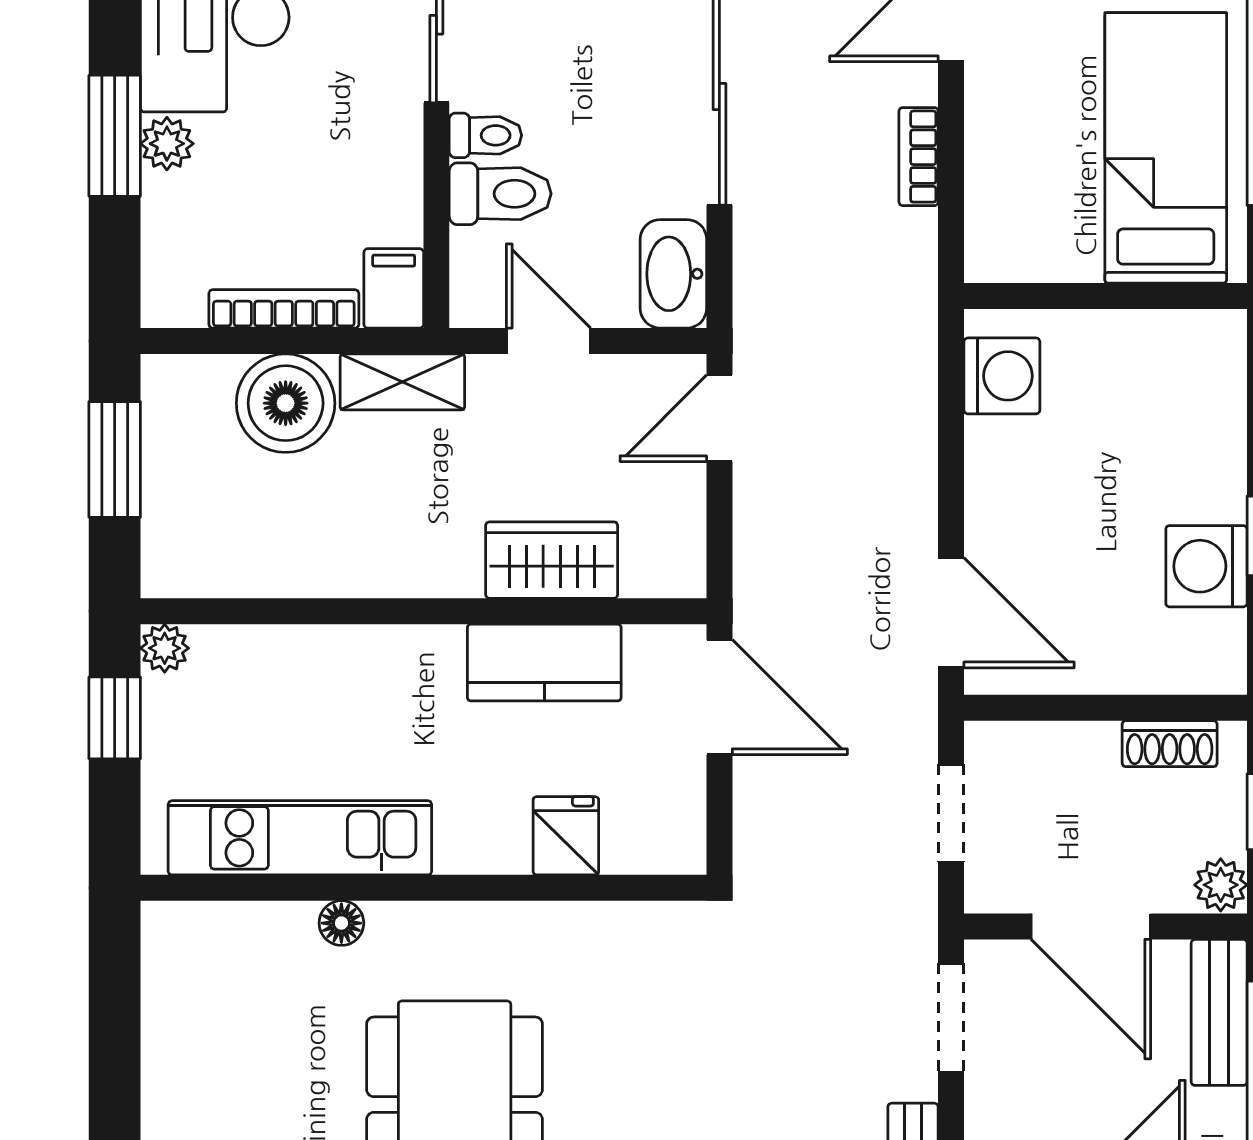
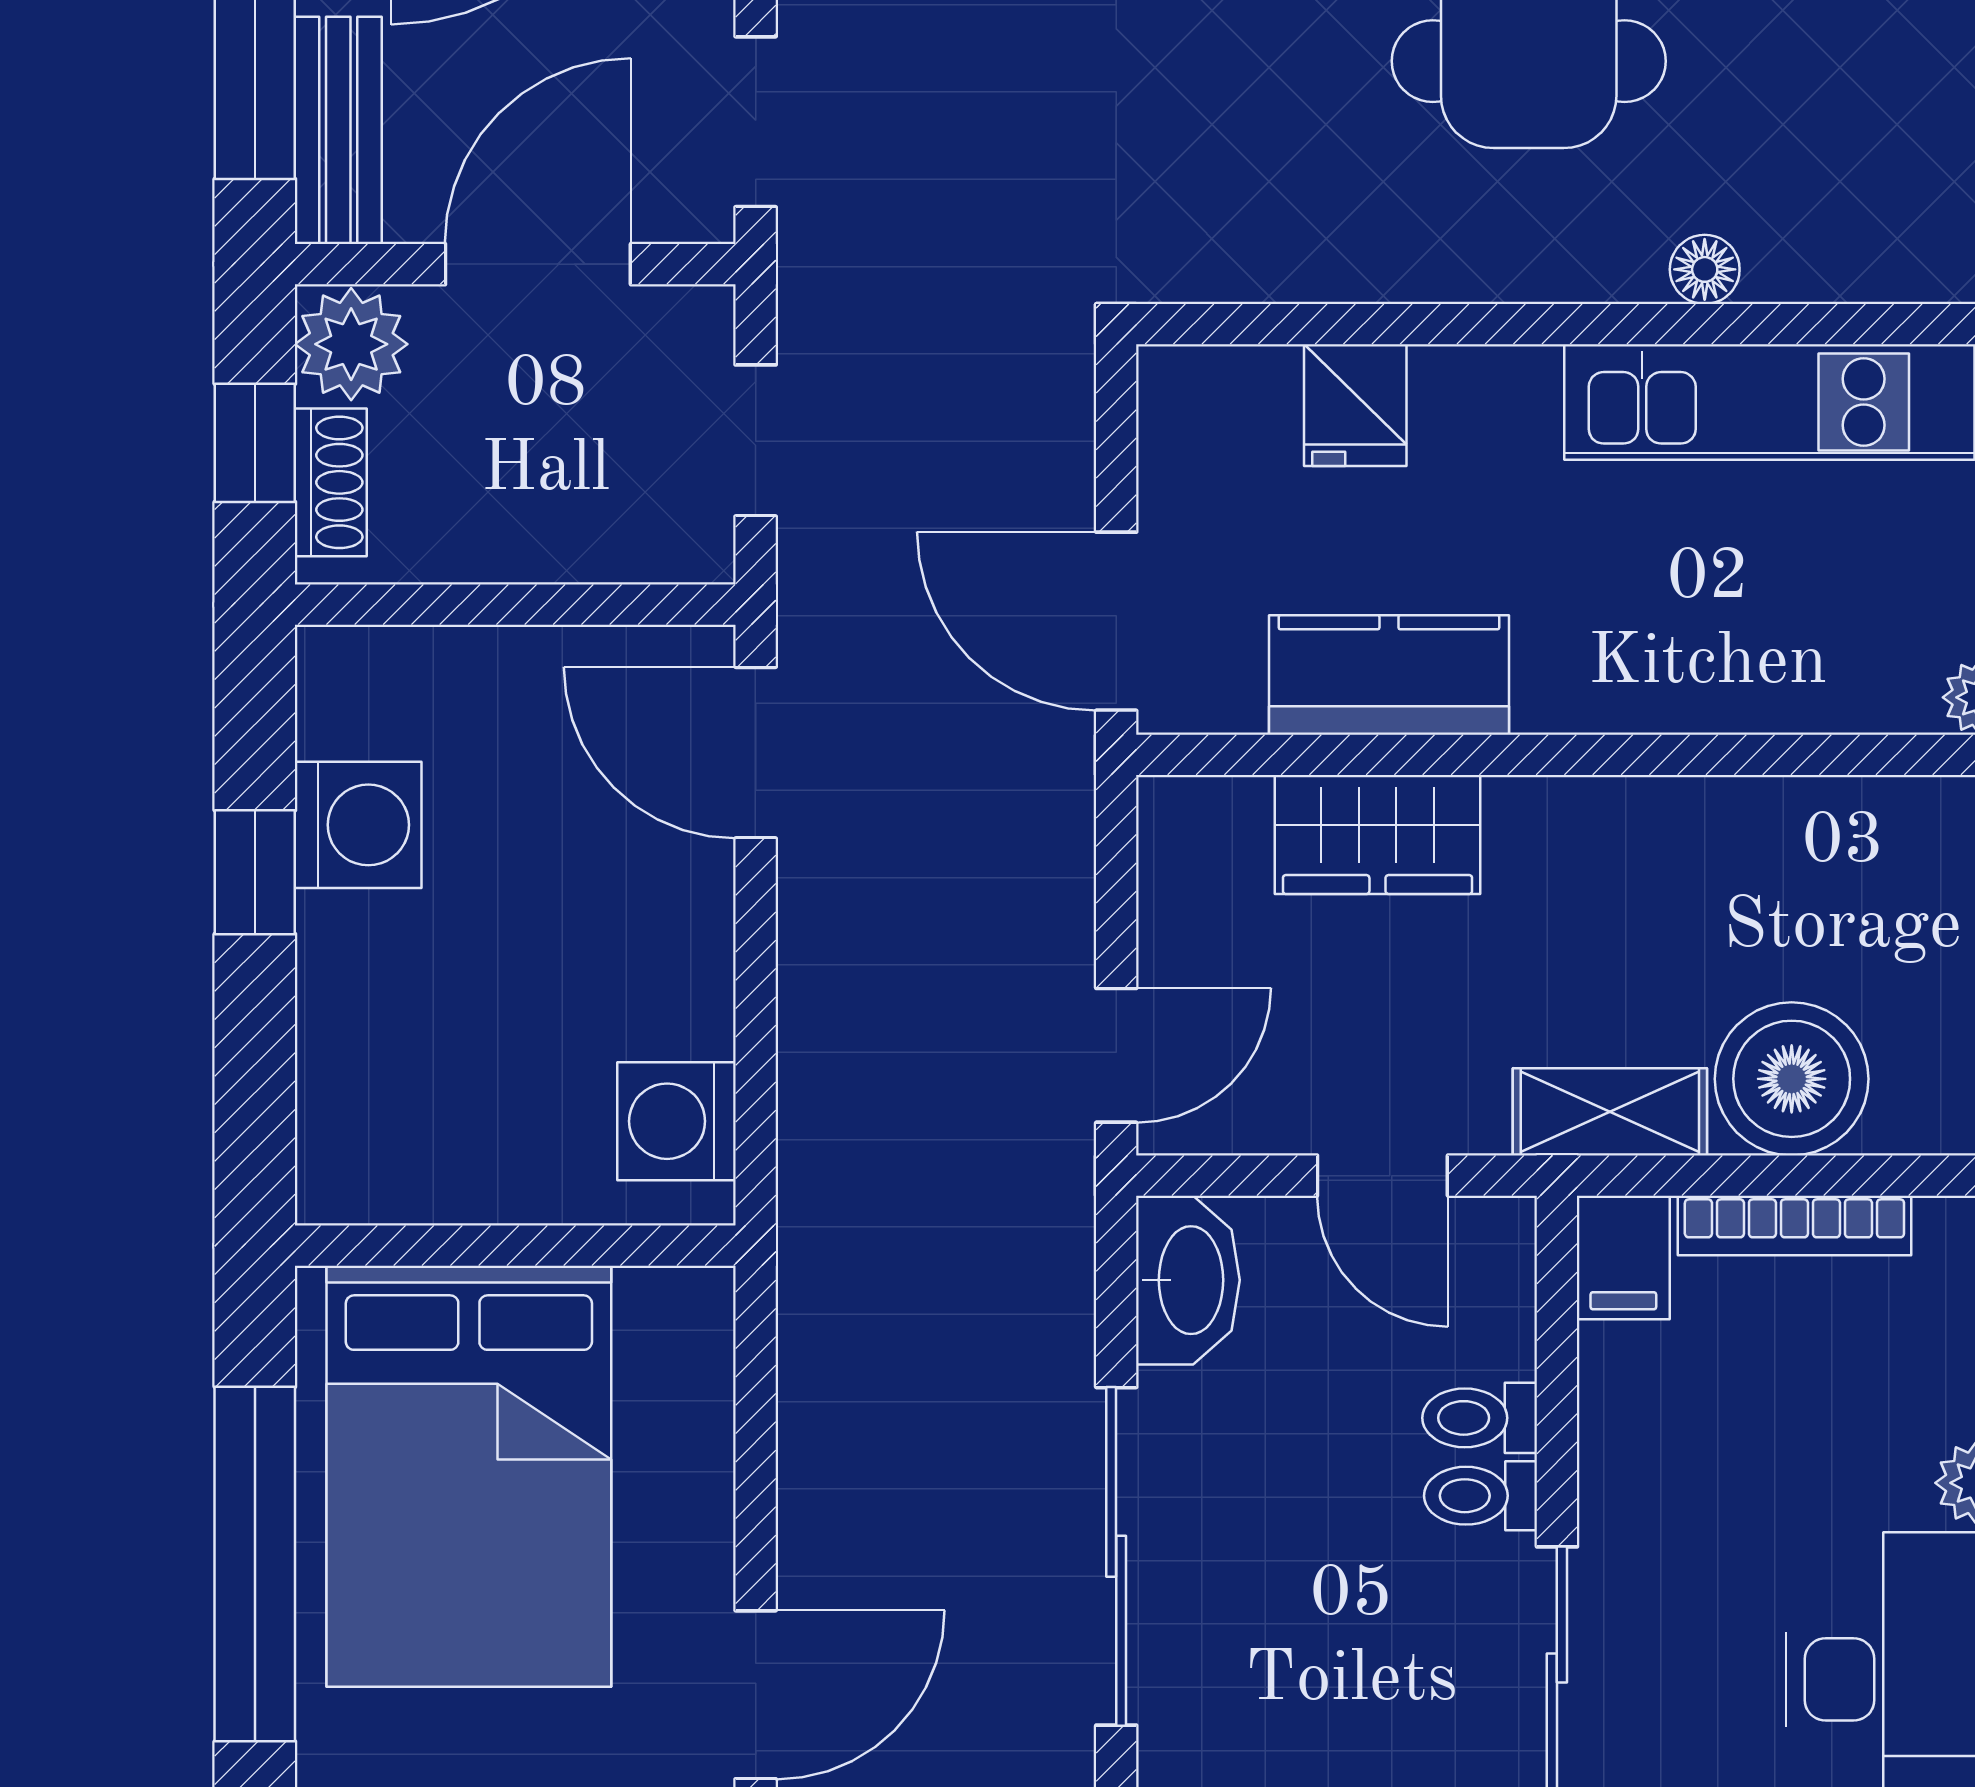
bed: (1166, 148) -> (469, 1476), width x1.50
bookcase: (919, 157) -> (806, 1463), removed
toilet: (500, 194) -> (1480, 1418), width x0.73, depth x0.72
shoe rack: (1170, 744) -> (331, 482), moved, turned 90
plant: (1221, 885) -> (351, 344), width x1.38, depth x1.38
door: (1091, 926) -> (538, 264), hinge flipped

